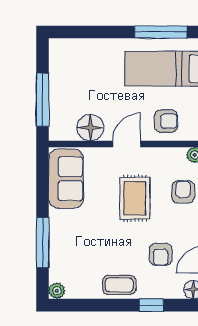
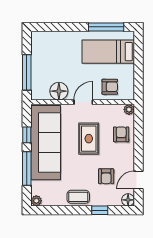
sofa: (66, 179) -> (46, 143), width x1.85, depth x1.27
window: (43, 193) -> (27, 135), added

